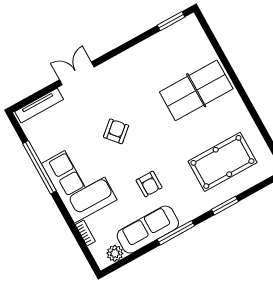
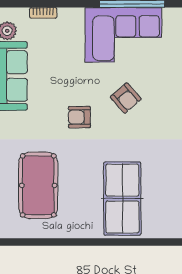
corner sofa: (79, 182) -> (123, 35), moved
armchair: (149, 184) -> (79, 117), moved

